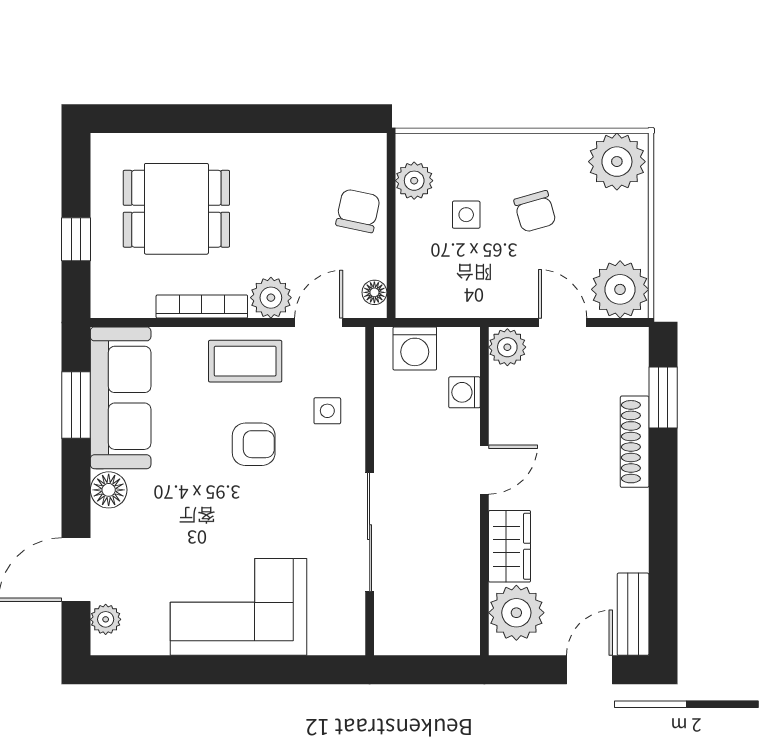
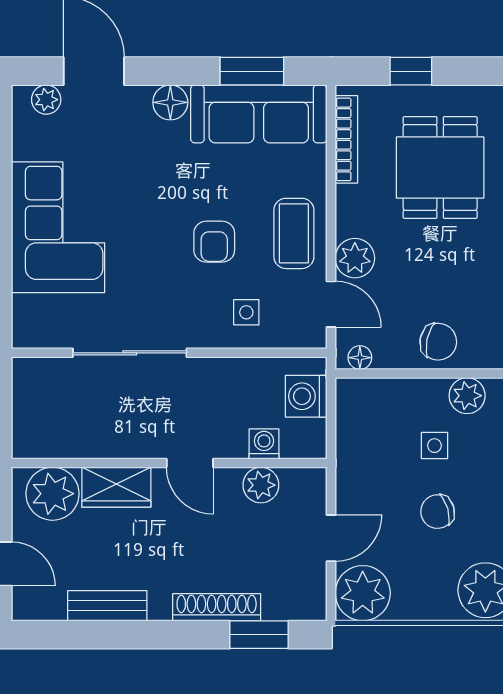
bookcase: (202, 306) -> (346, 139), moved
plant: (507, 347) -> (261, 485), moved
bench: (633, 614) -> (107, 606), moved

